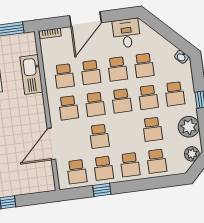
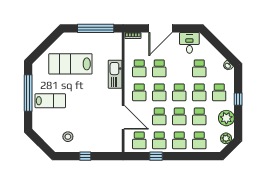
school desk: (117, 69) -> (179, 116), moved
kitchen sink: (31, 75) -> (115, 74), moved
door: (51, 144) -> (123, 117), swing flipped

